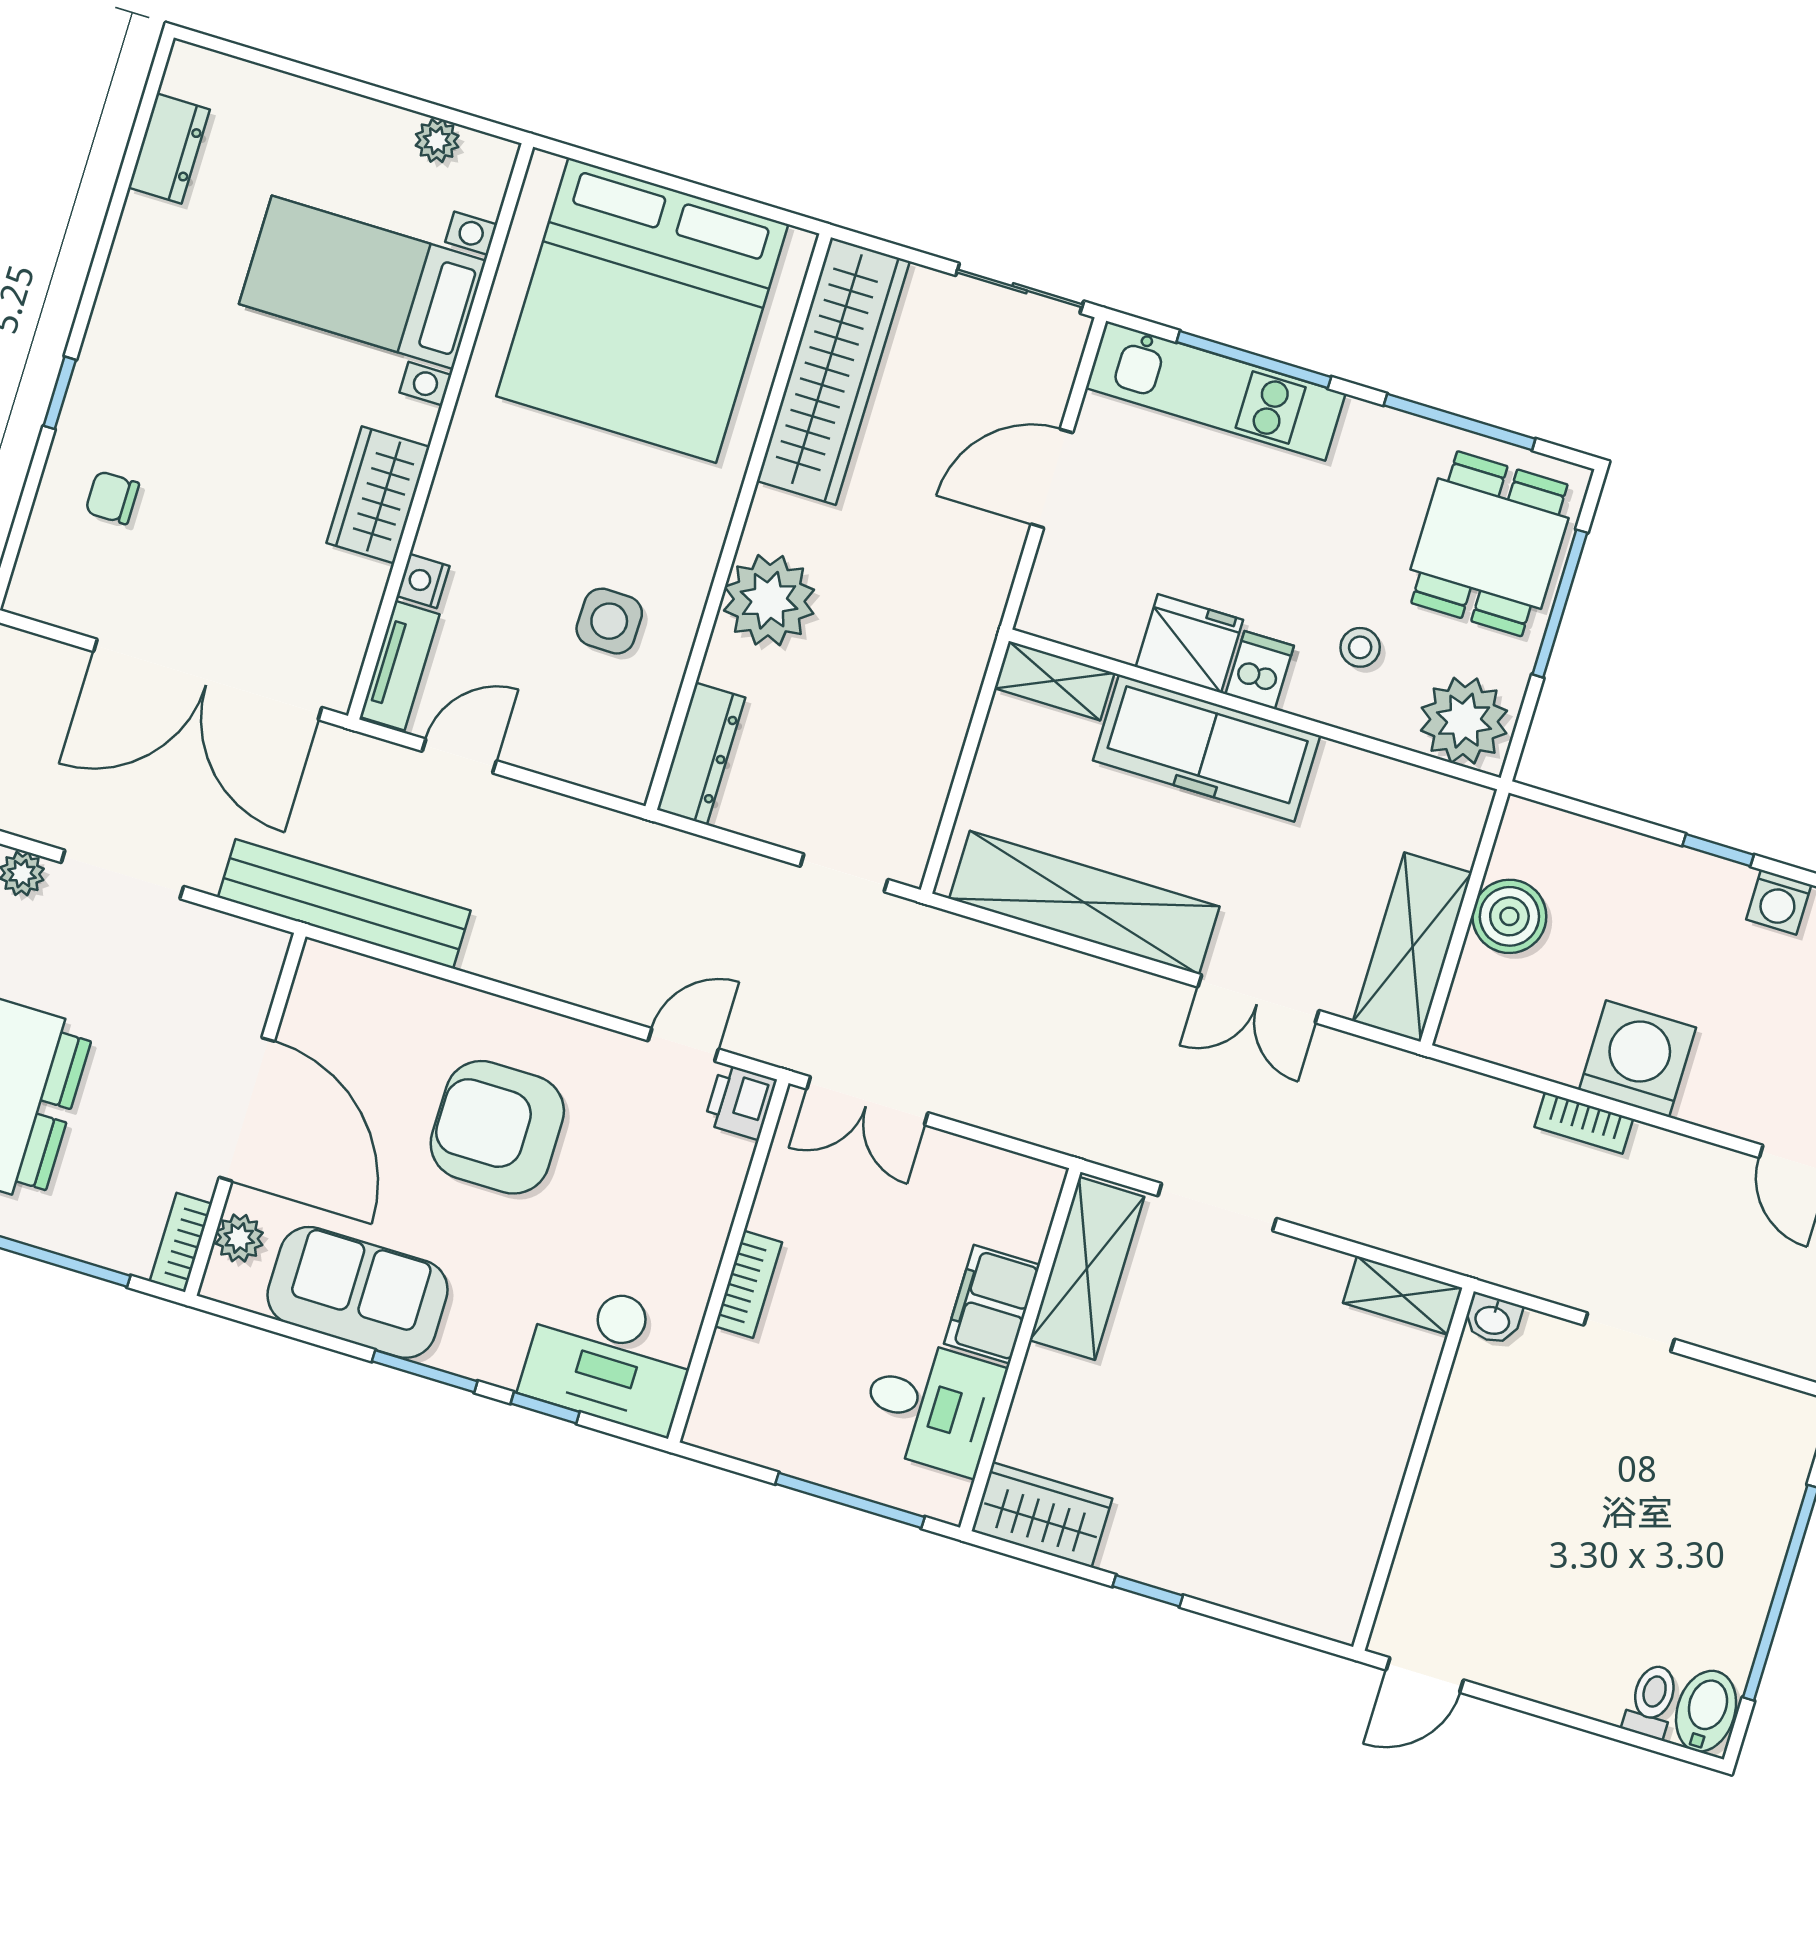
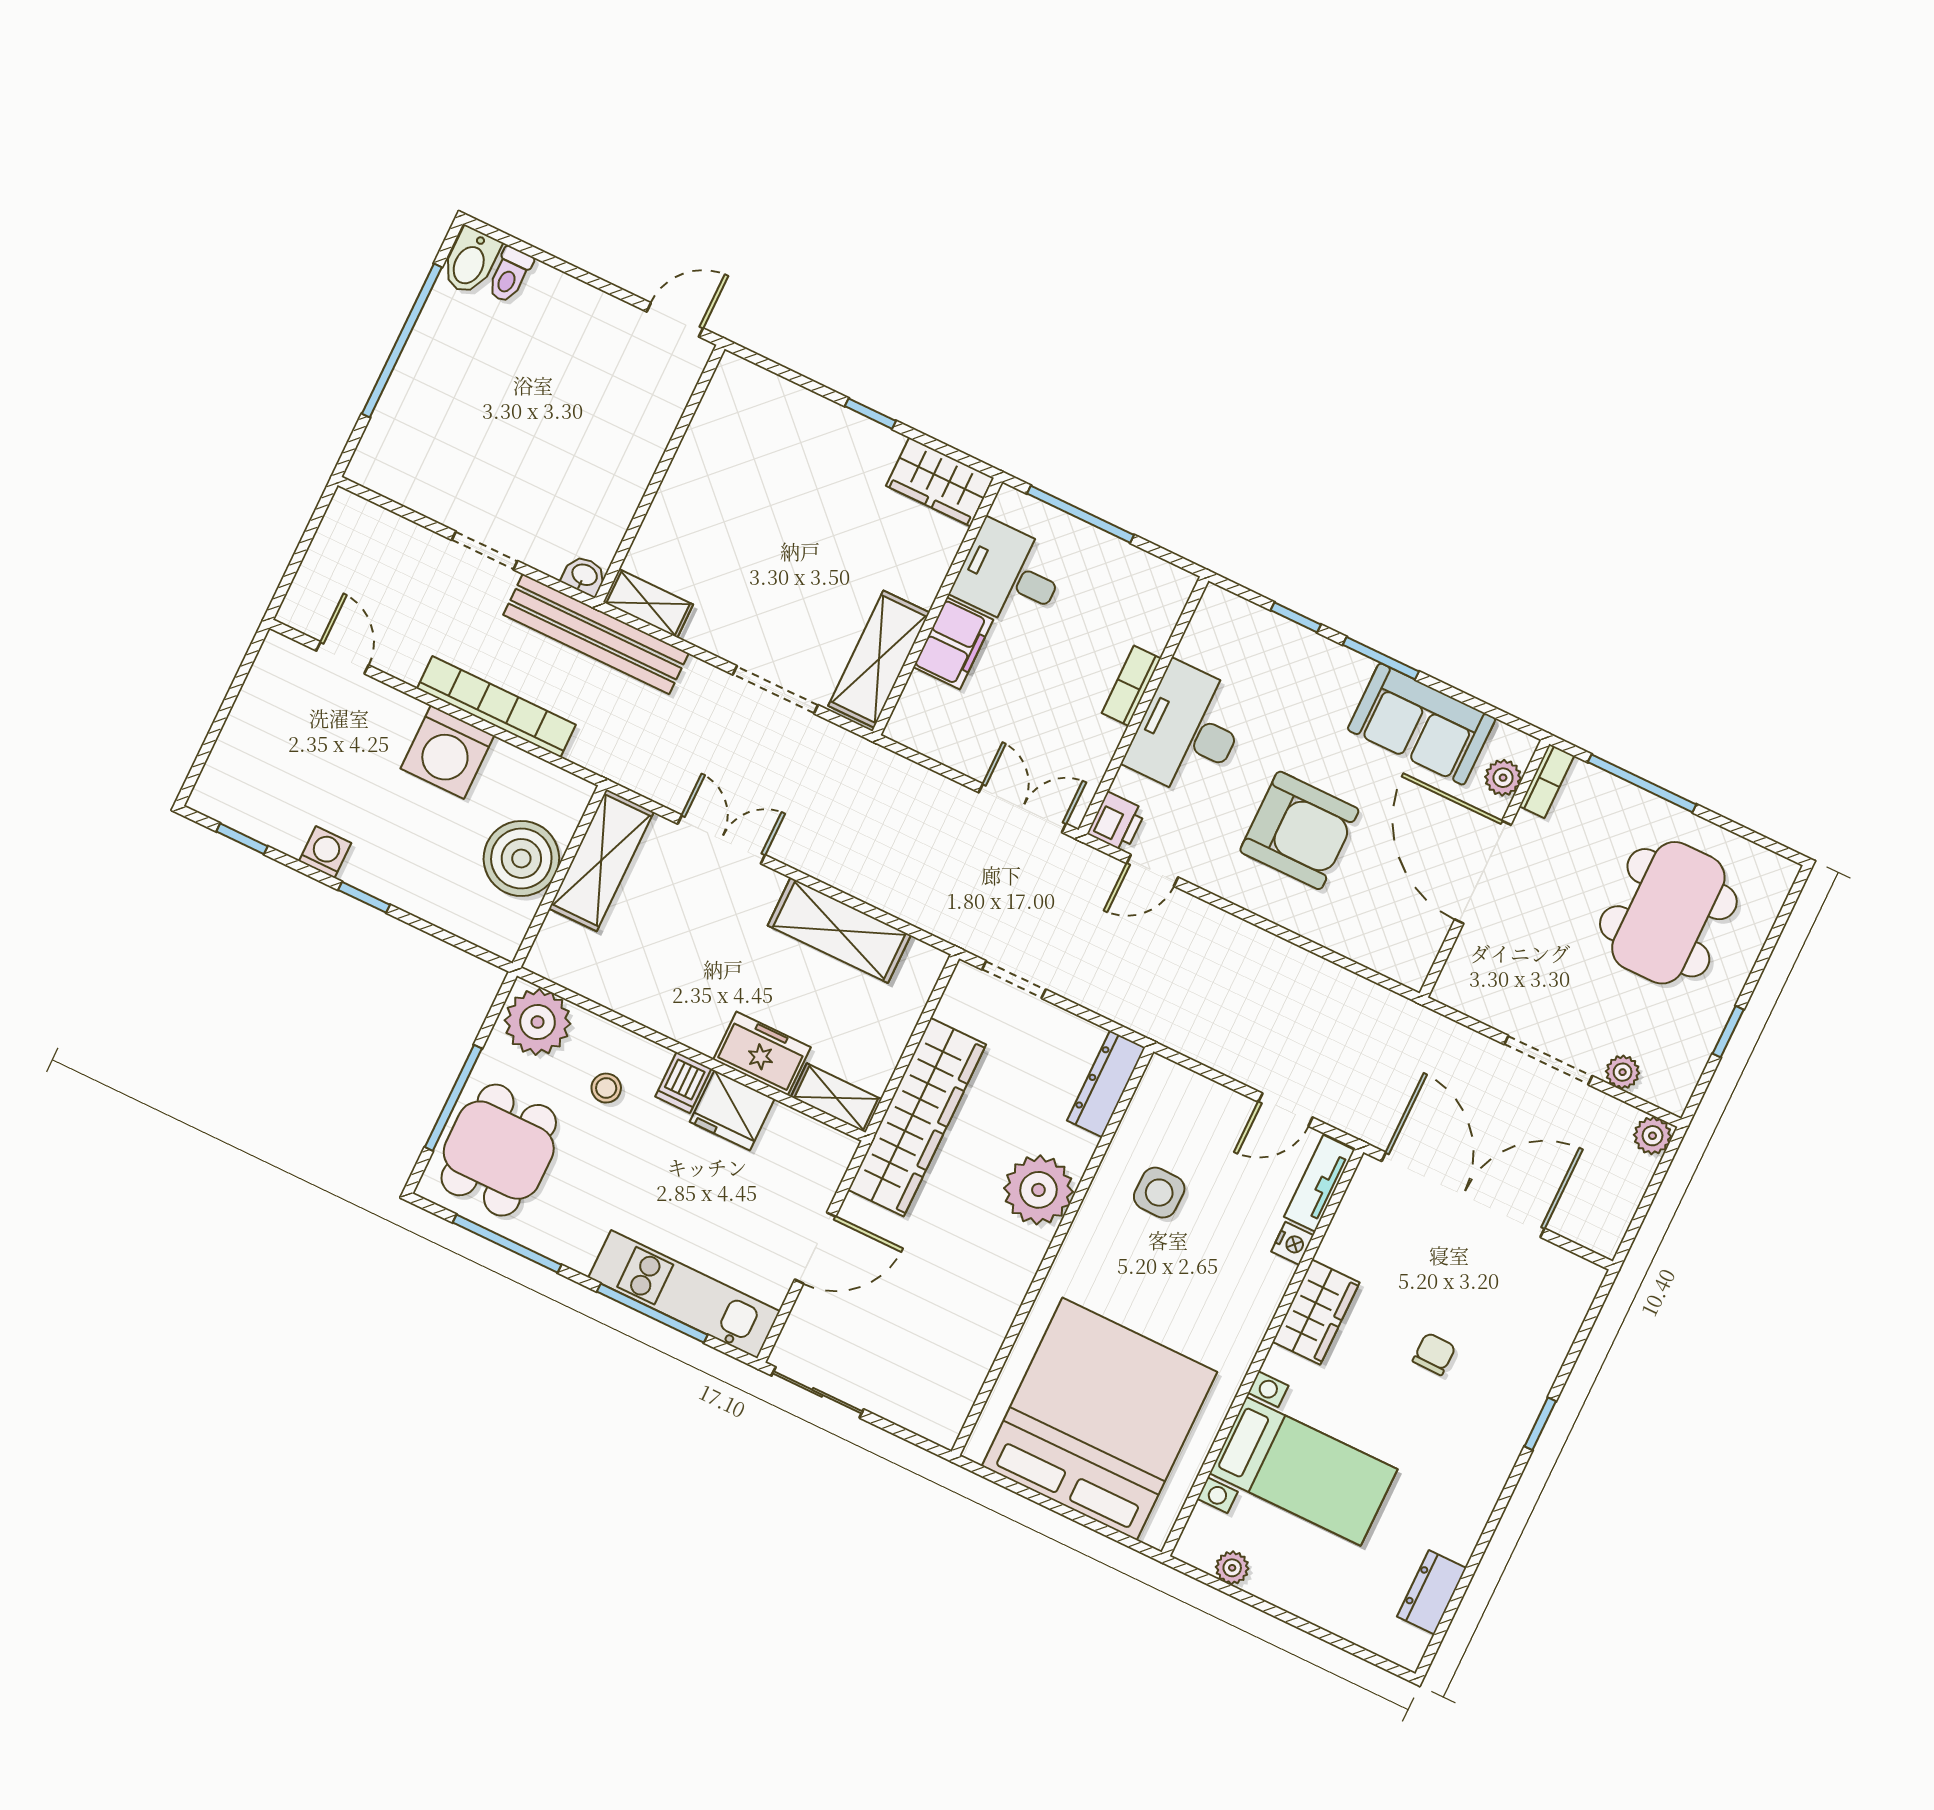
wardrobe: (833, 371) -> (917, 1117), moved, turned 180
chair: (112, 498) -> (1434, 1354), moved, turned -89
freezer: (1207, 748) -> (762, 1053), width x0.52, depth x0.79
shelving: (1084, 903) -> (839, 930), width x0.68
bench: (344, 904) -> (596, 634), moved
boiler: (1509, 916) -> (521, 858), width x1.37, depth x1.37
bookcase: (1584, 1123) -> (496, 707), width x2.31, depth x1.31
desk: (610, 1356) -> (1188, 731), moved, turned -90

